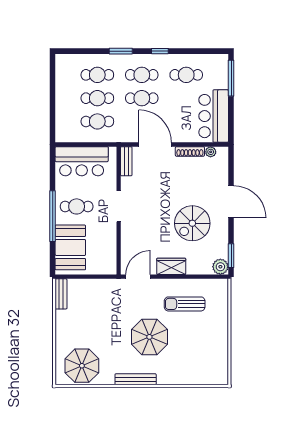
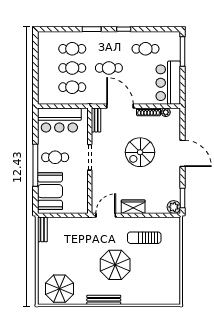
cafe table: (142, 75) -> (109, 49), removed
spiral stairs: (192, 223) -> (140, 152), moved

